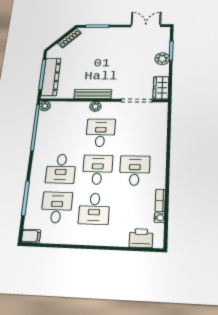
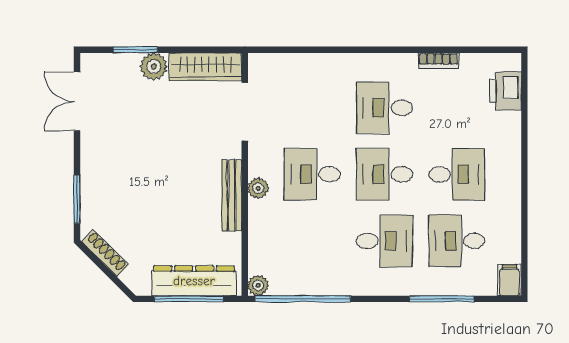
wardrobe: (161, 88) -> (205, 67), width x1.50
water cooler: (159, 218) -> (469, 61), removed

